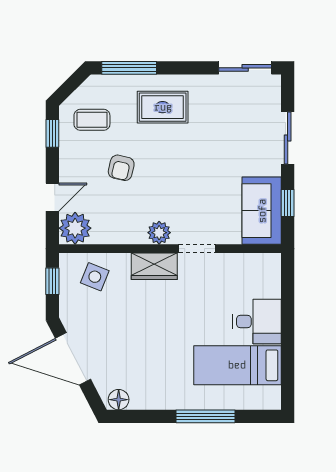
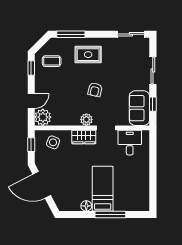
armchair: (121, 168) -> (95, 90), moved
desk: (257, 322) -> (130, 143), moved, turned -90
bed: (237, 365) -> (103, 189), moved, turned 90
floor lamp: (119, 400) -> (86, 206), moved

